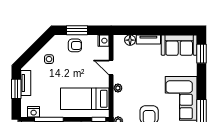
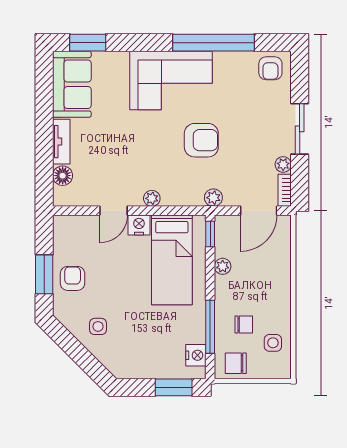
nightstand: (104, 41) -> (139, 225), moved
tv unit: (26, 83) -> (142, 370), removed
window: (16, 89) -> (174, 387), moved

